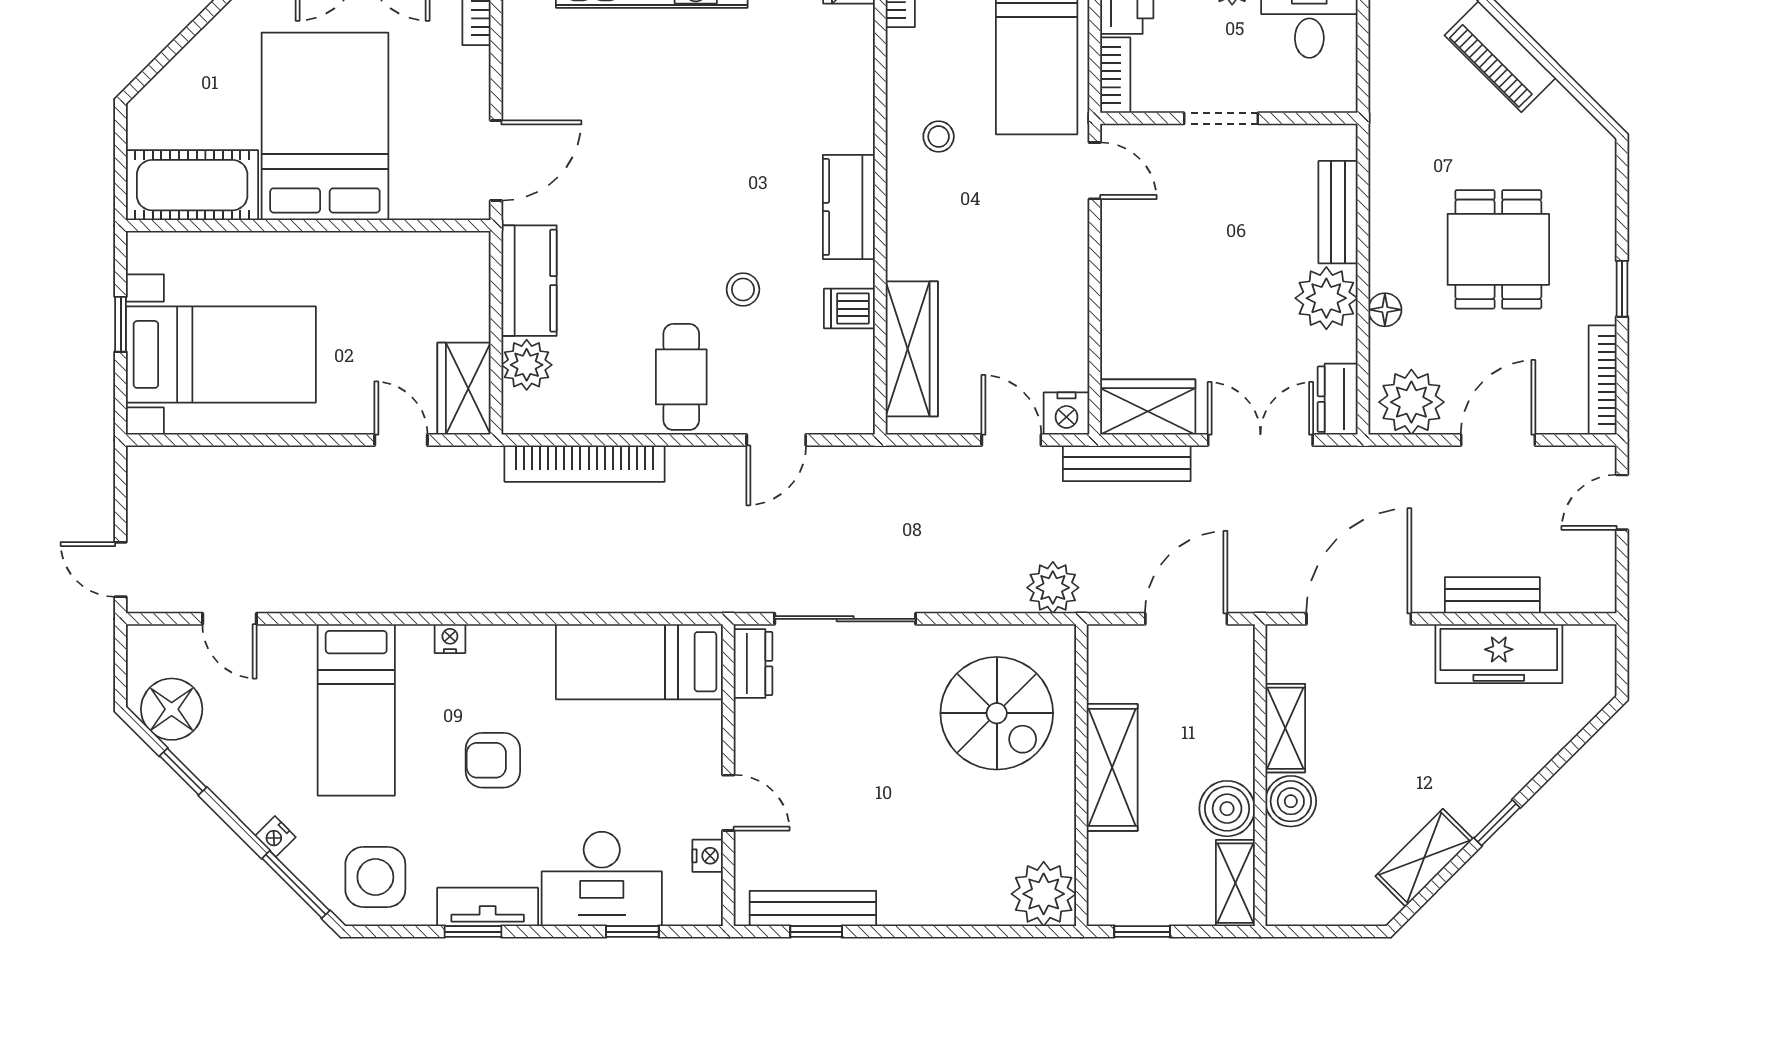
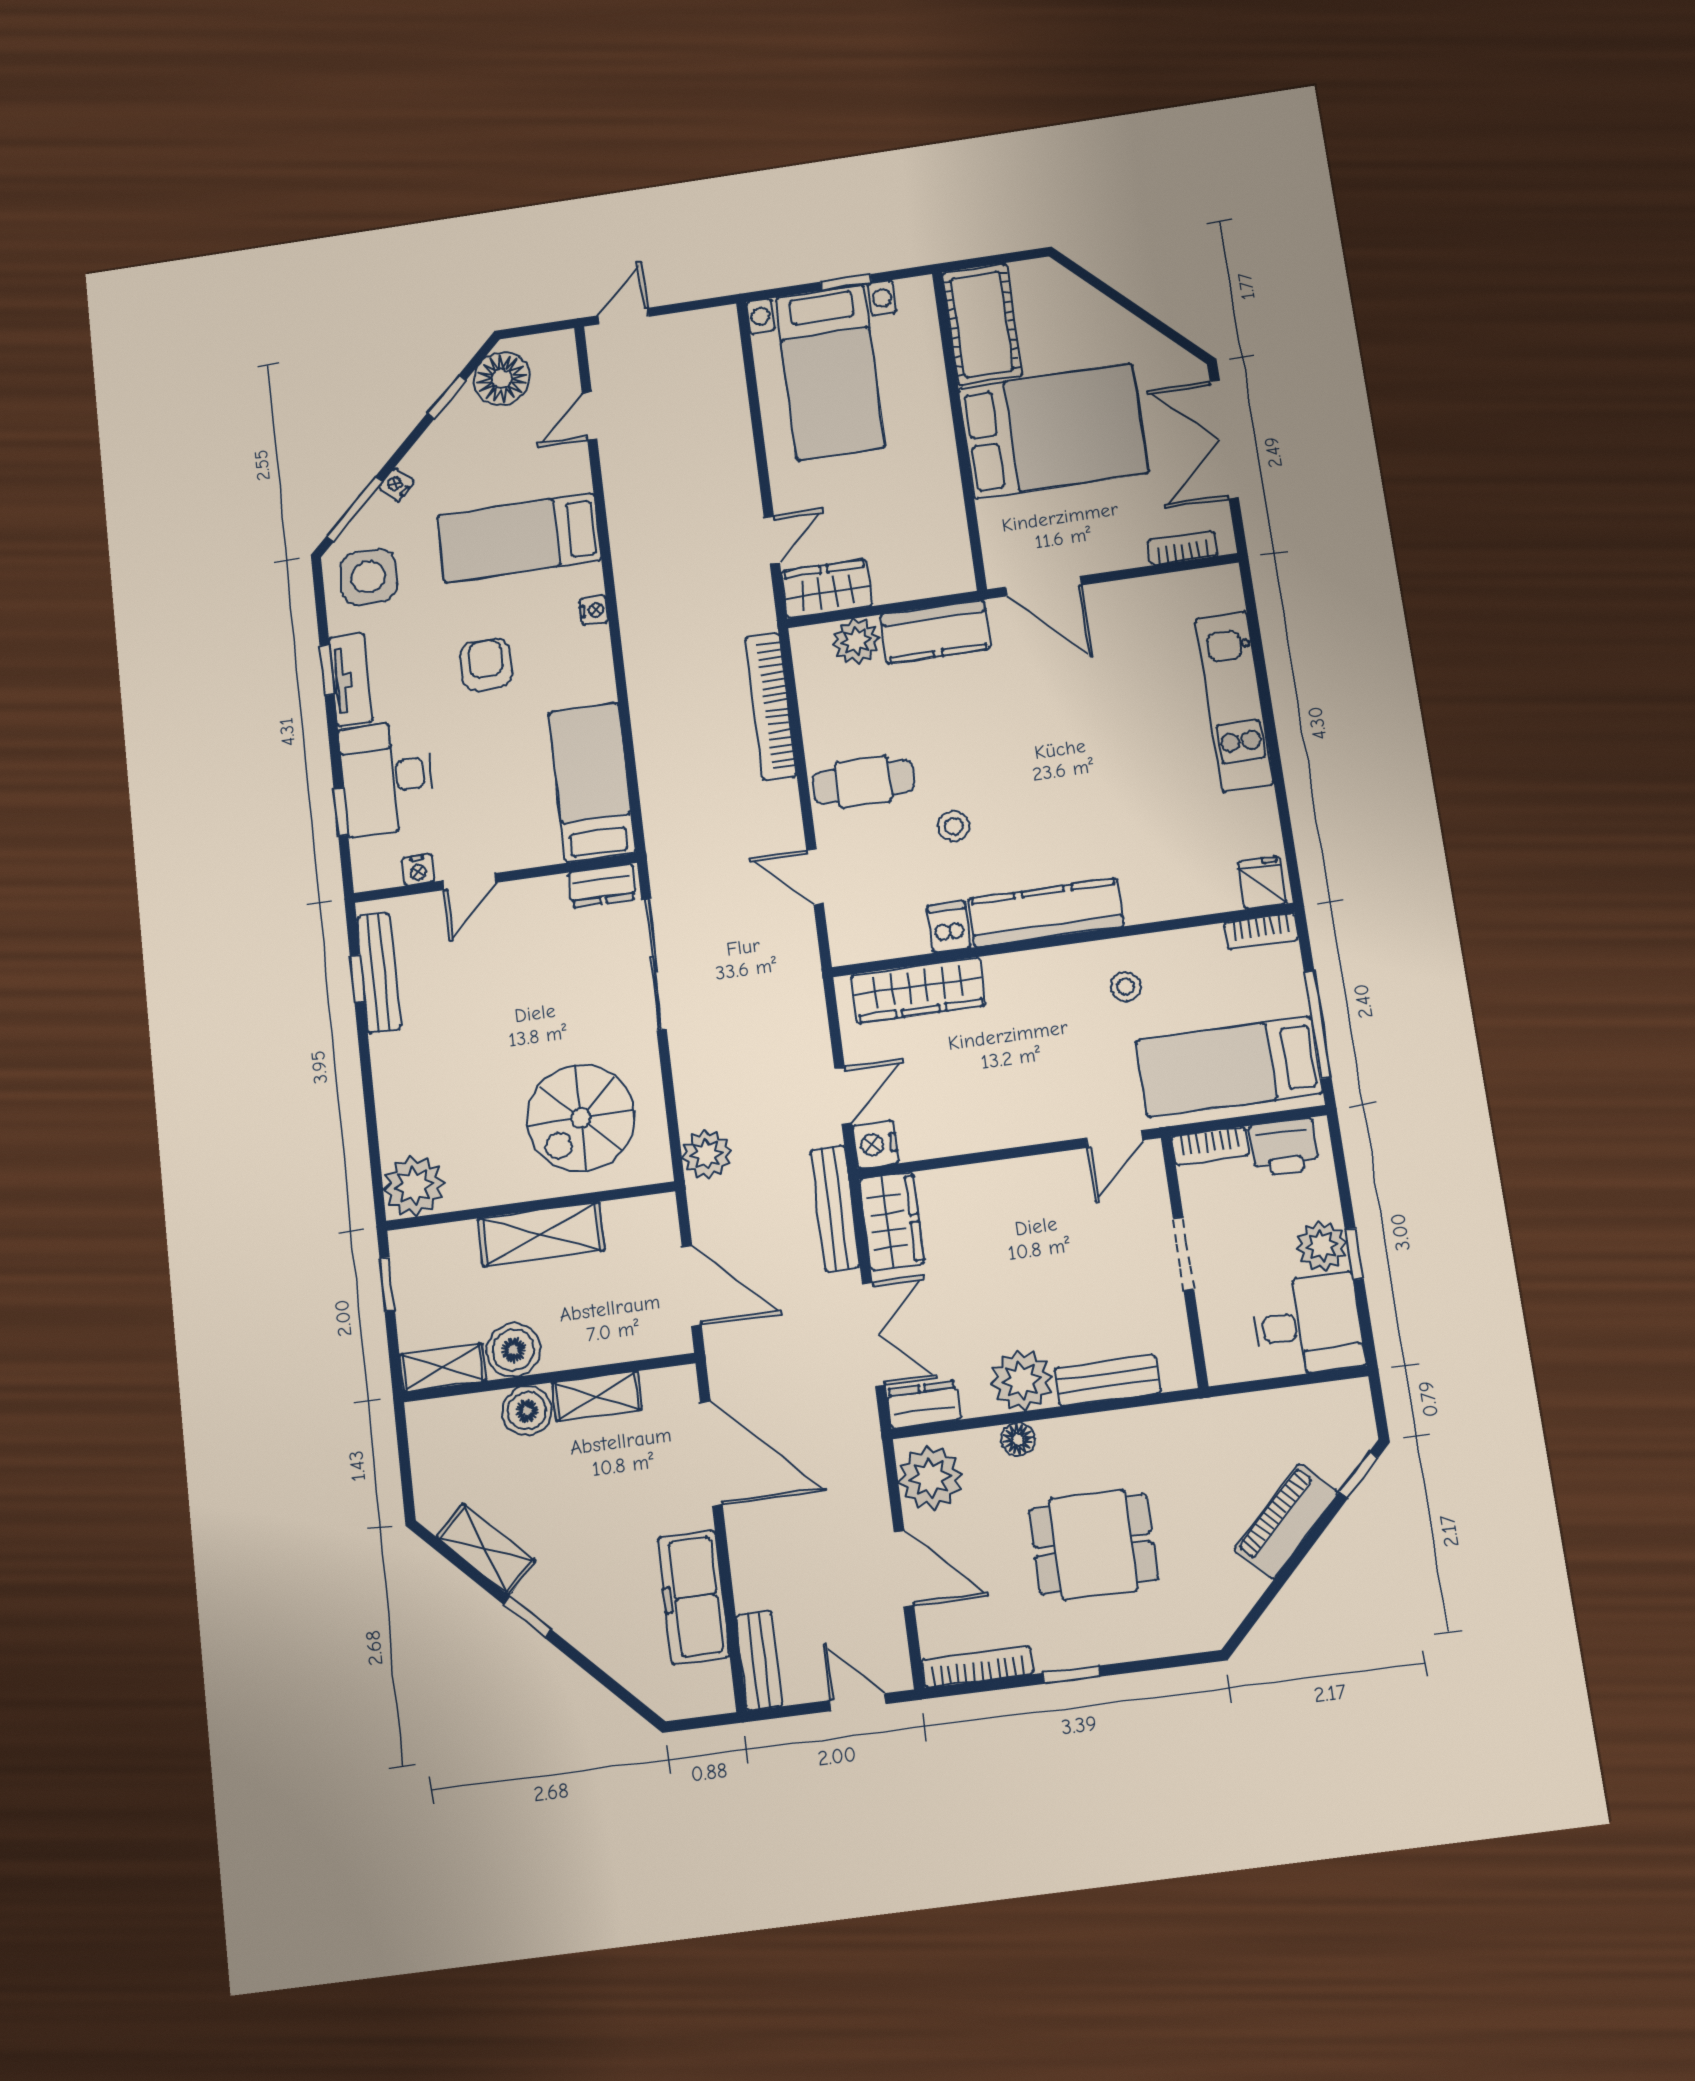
kitchen counter: (849, 207) -> (1046, 913), width x1.50
bench: (1492, 595) -> (759, 1660), moved

